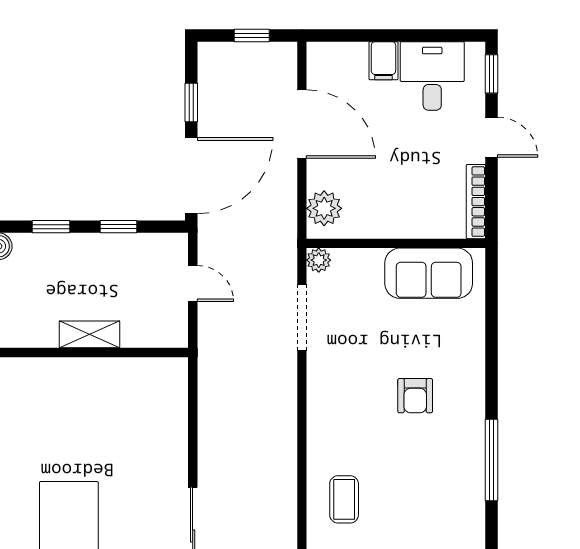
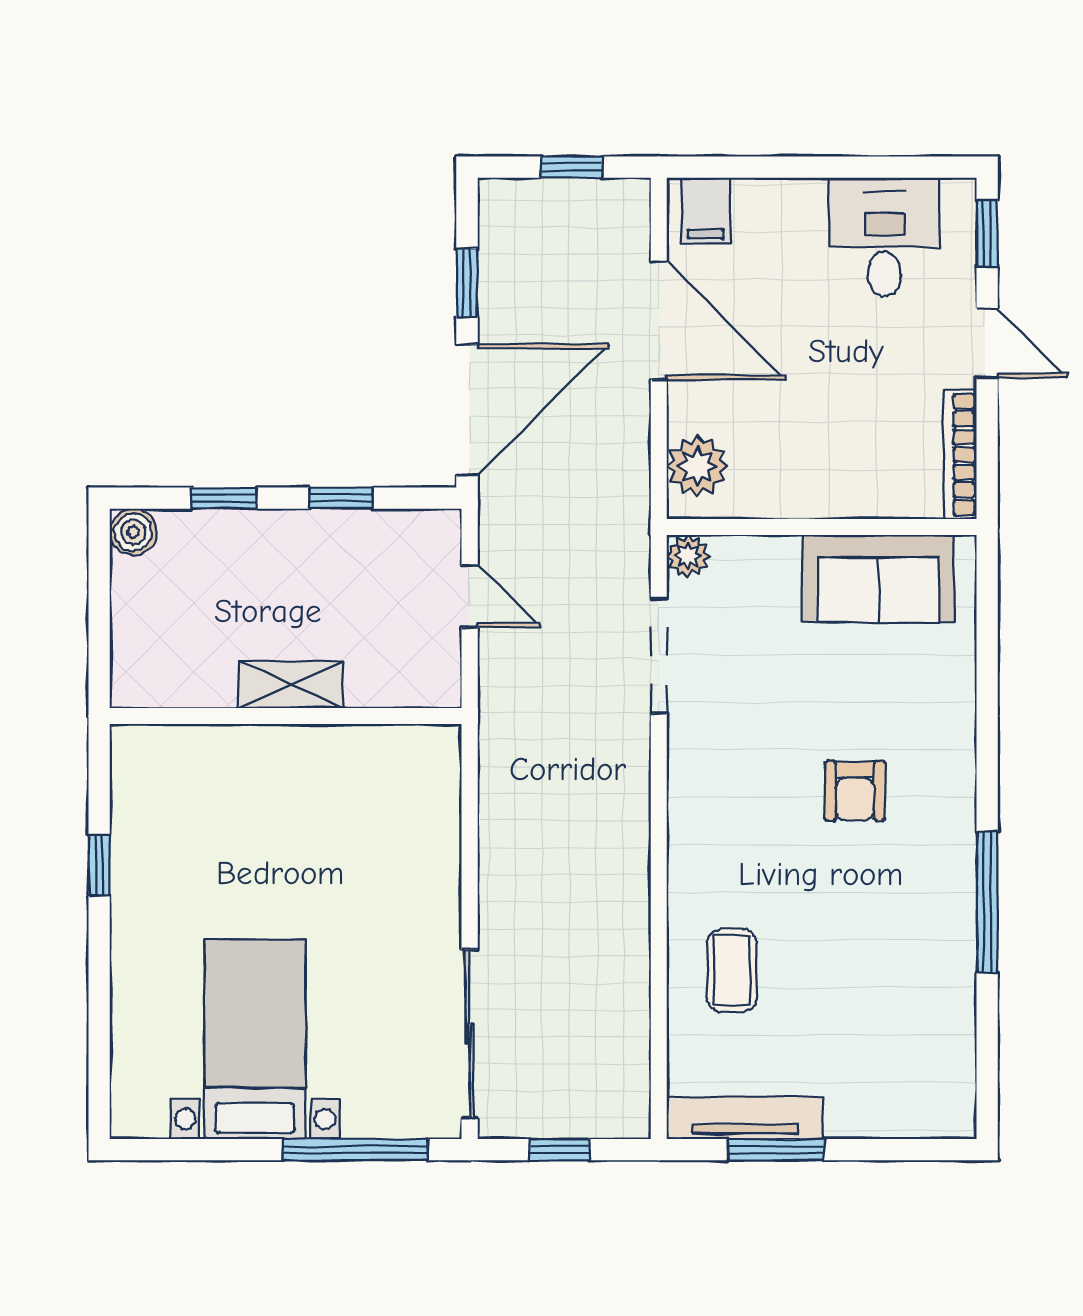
filing cabinet: (383, 61) -> (706, 211), moved

